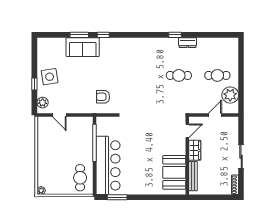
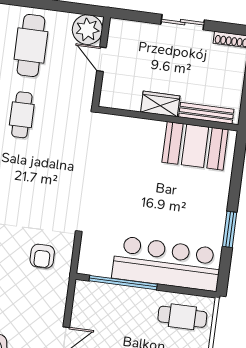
cafe table: (217, 75) -> (31, 46), width x1.37, depth x1.35
plant: (230, 95) -> (87, 30), moved
door: (187, 131) -> (123, 113), removed
window: (117, 197) -> (230, 229), moved

